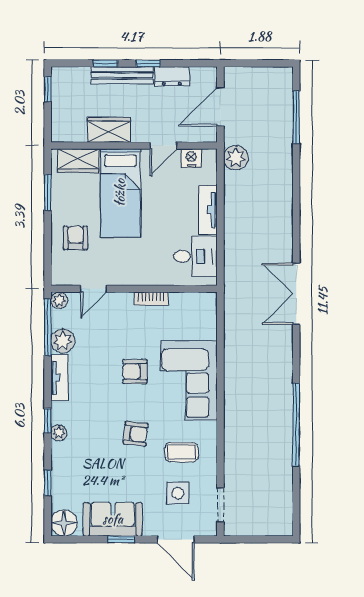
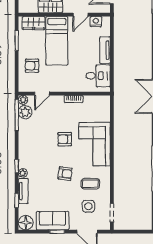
plant: (236, 158) -> (120, 21), removed
armchair: (75, 238) -> (32, 66), turned -90
plant: (63, 341) -> (25, 112), moved
tv unit: (60, 378) -> (23, 191), moved

